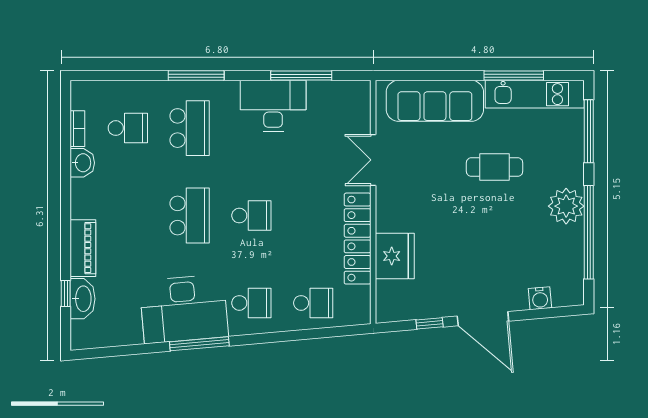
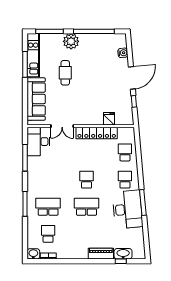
desk: (273, 106) -> (38, 142), moved
washbasin: (82, 163) -> (33, 254), moved
plant: (566, 206) -> (71, 41), moved
fridge: (395, 256) -> (109, 119), width x0.53, depth x0.75

